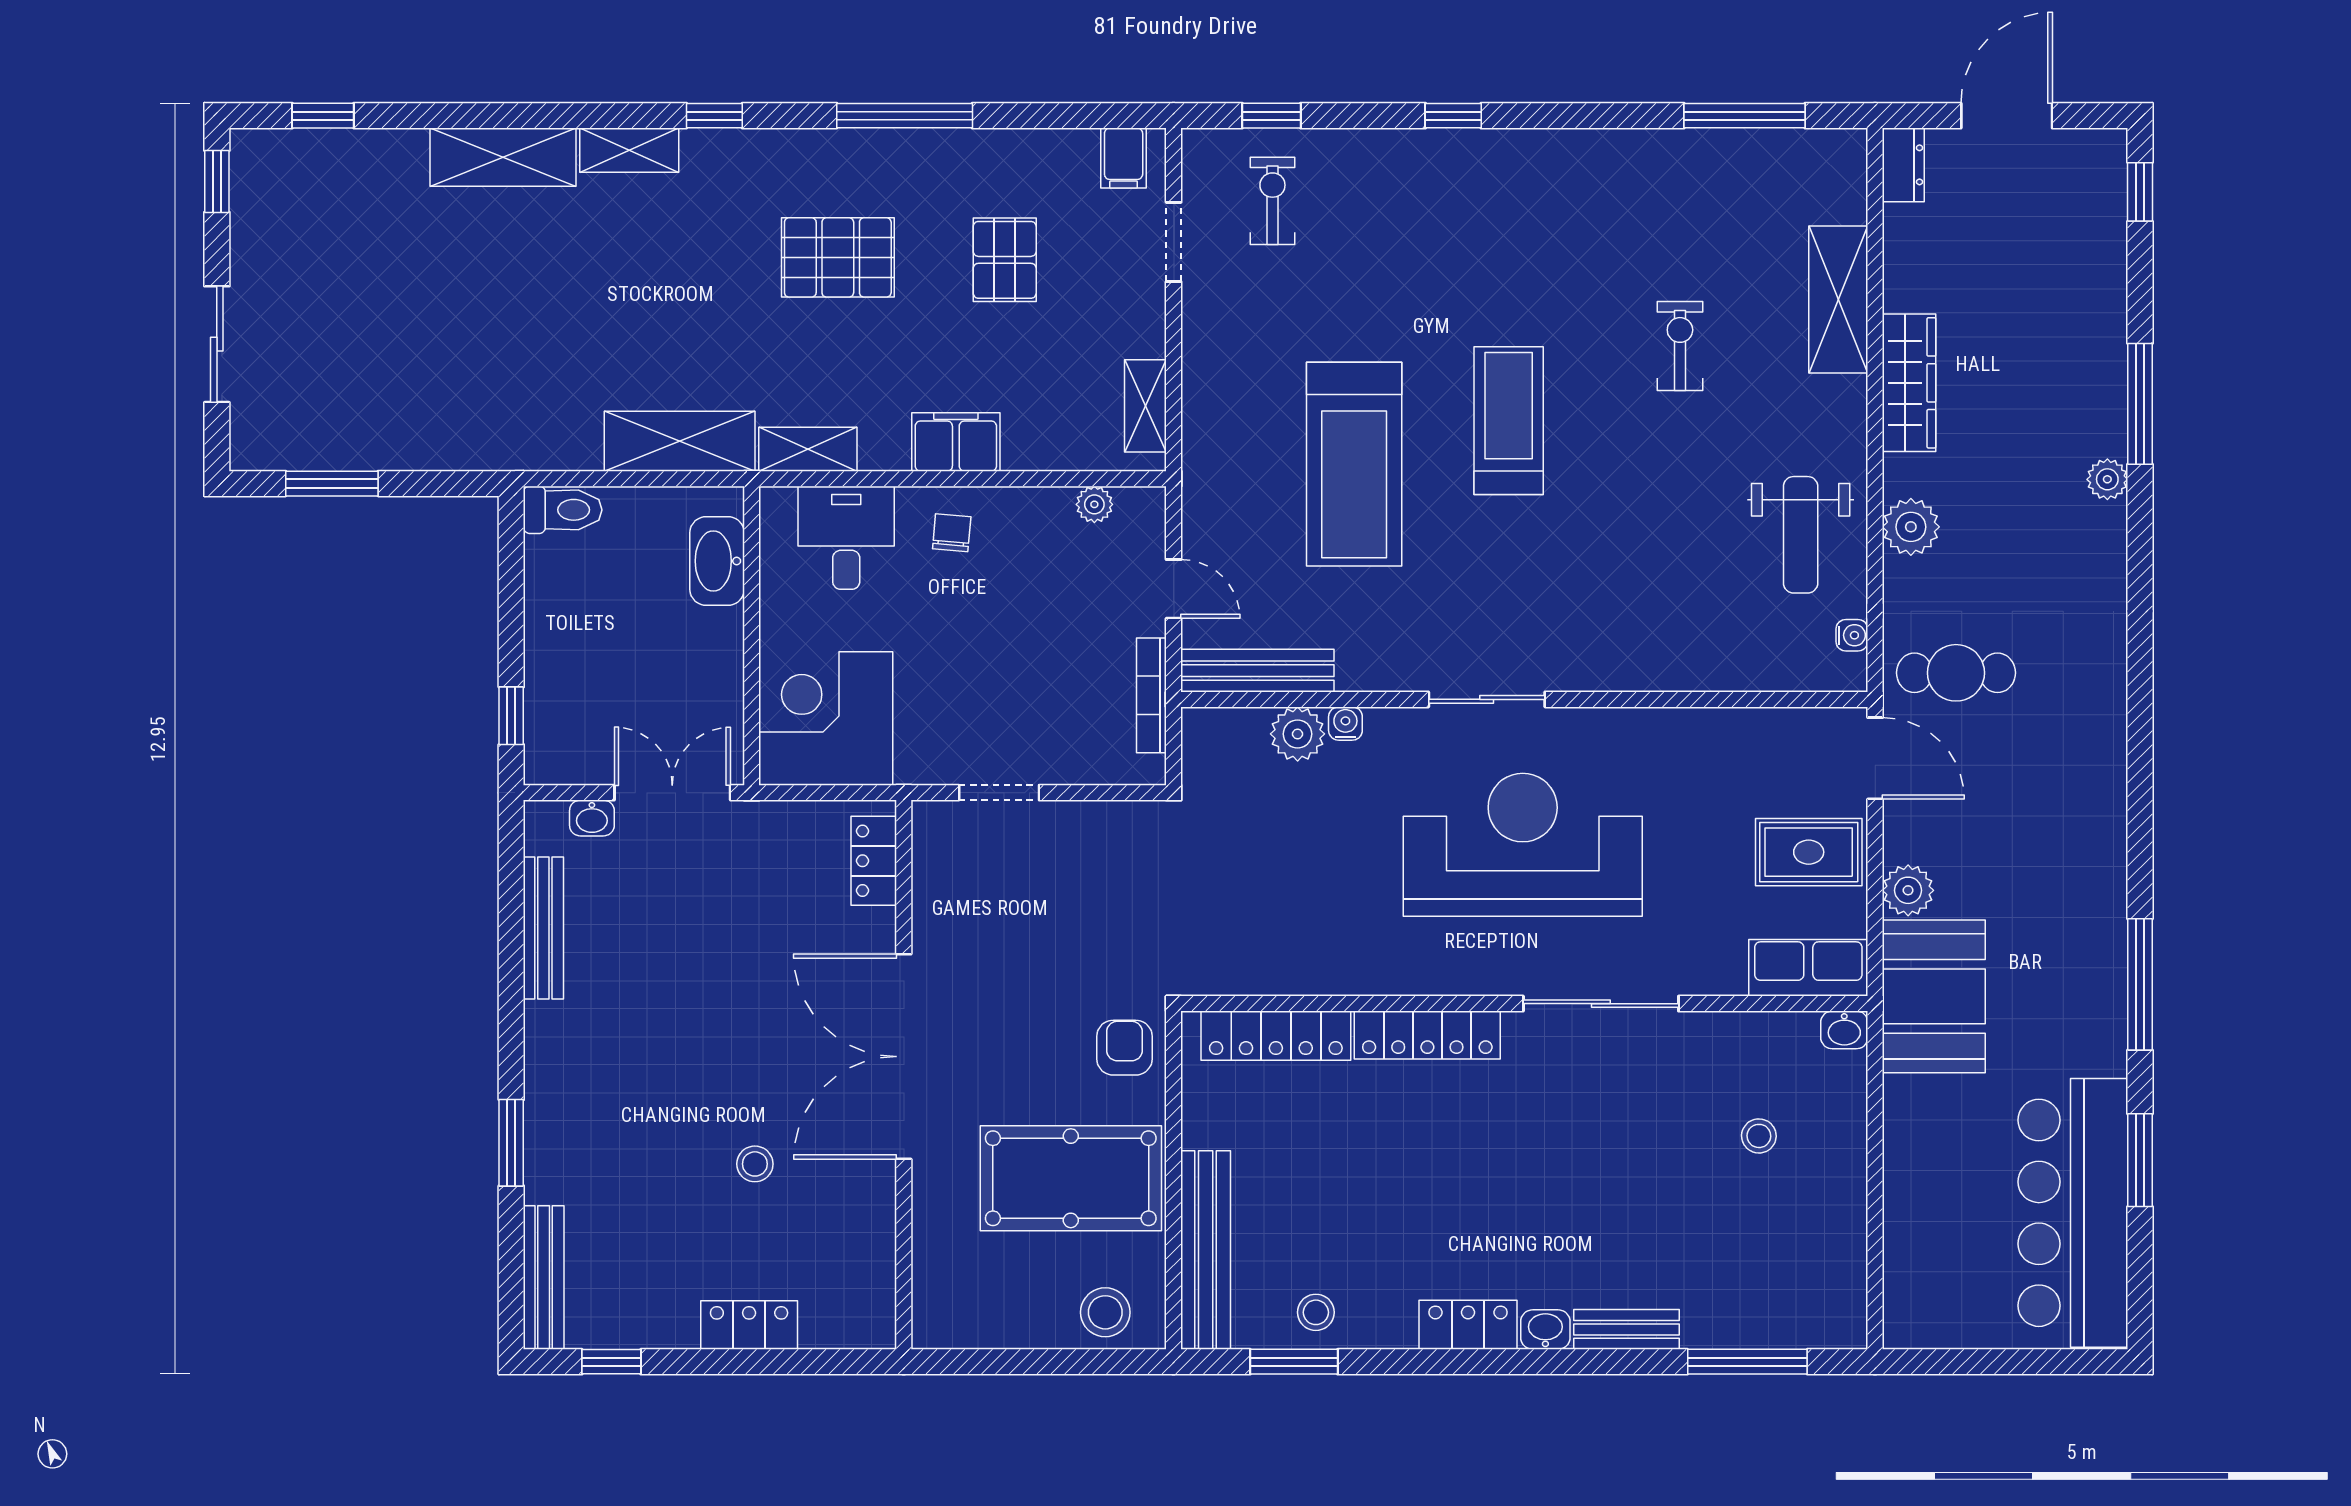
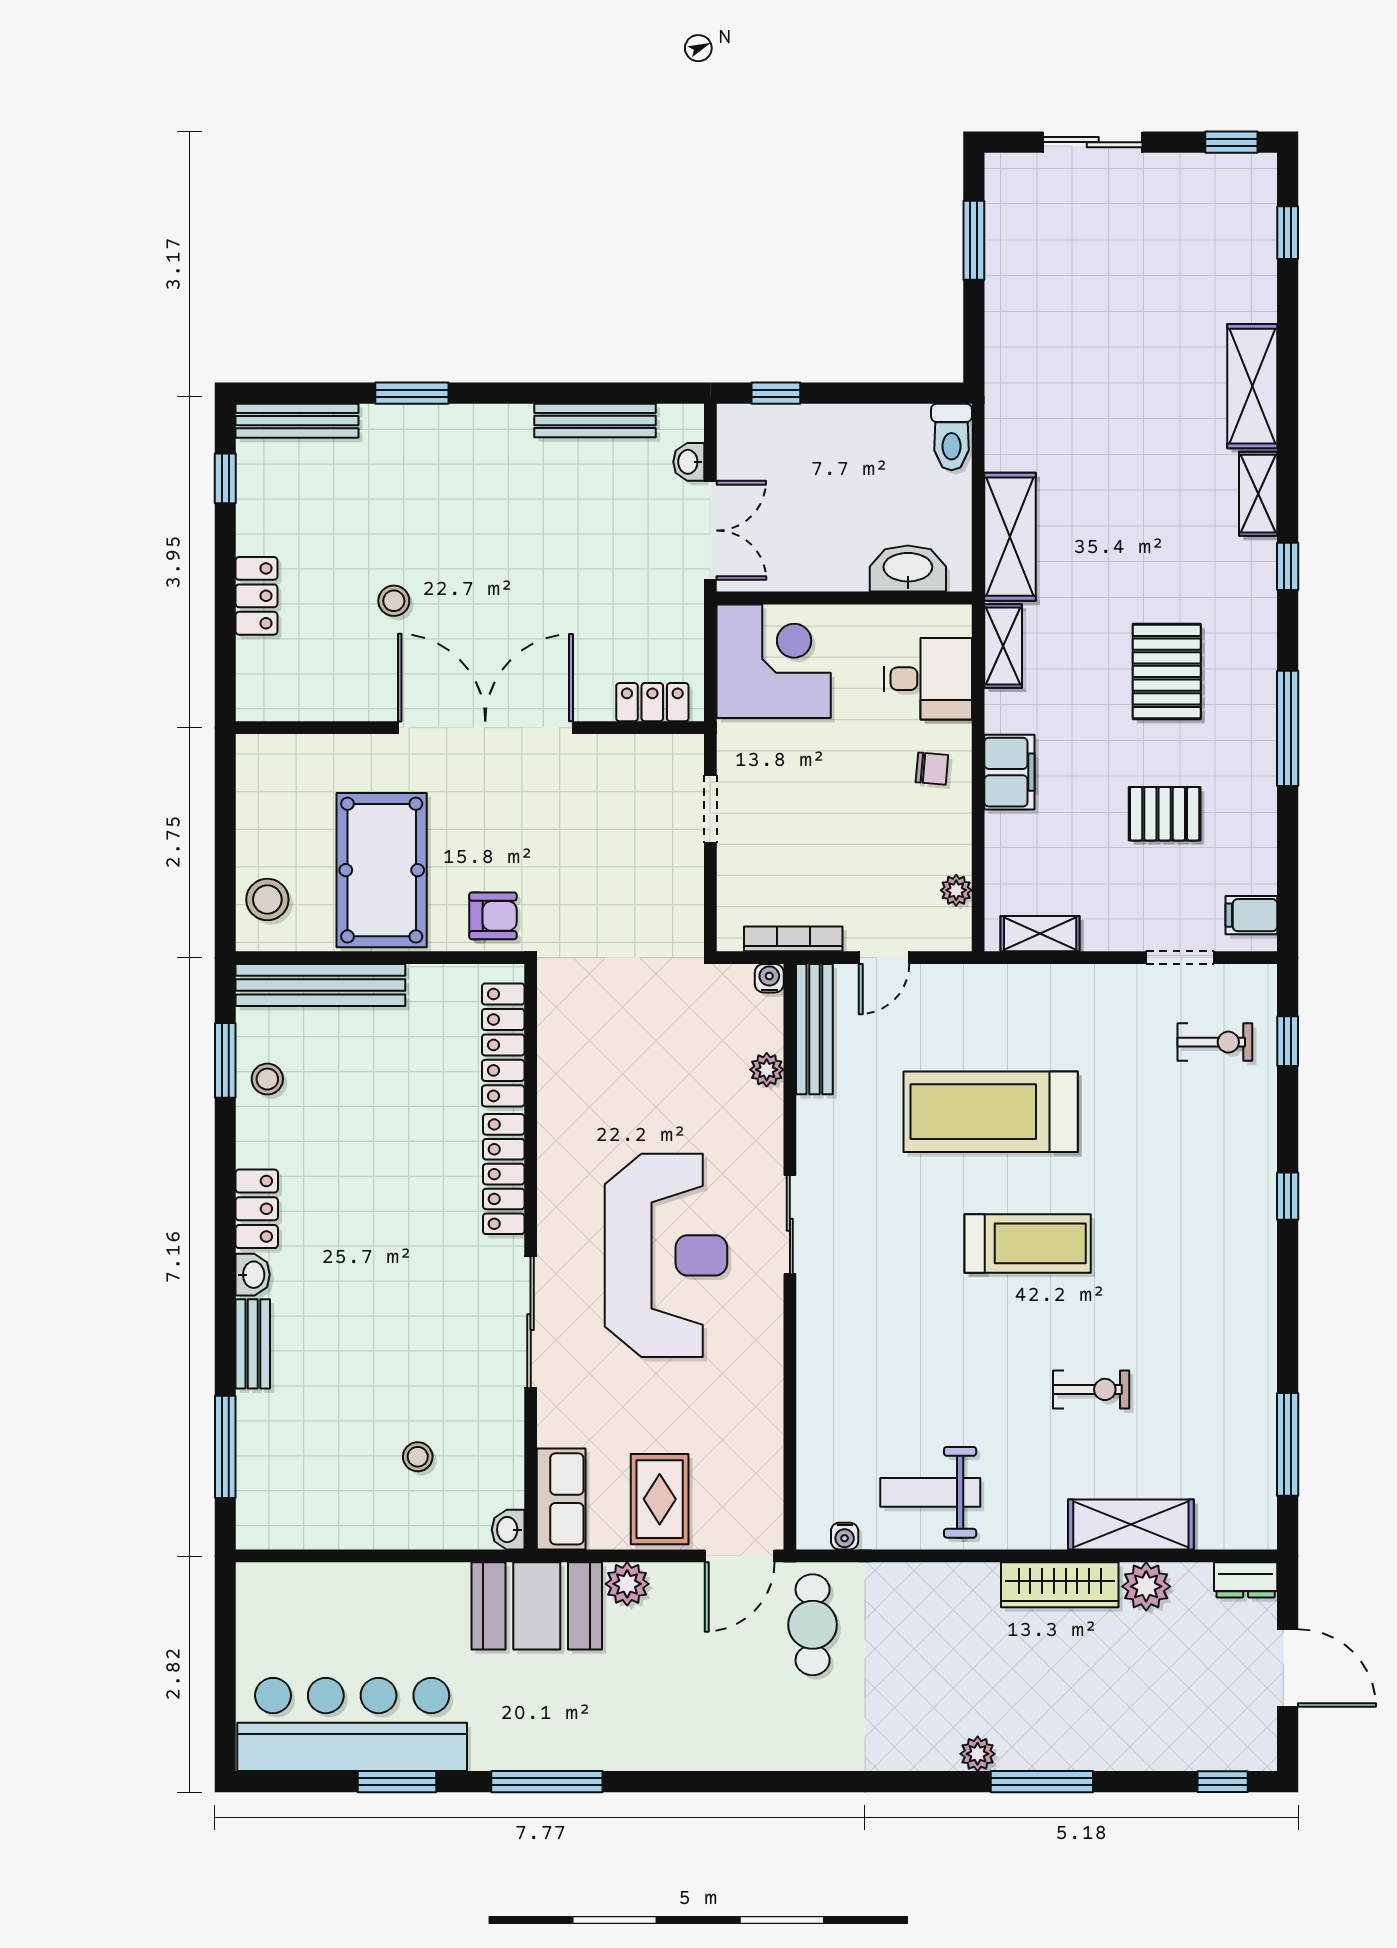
plant: (1911, 527) -> (1146, 1586), moved
water cooler: (1345, 724) -> (769, 978), moved, turned -90
plant: (1298, 734) -> (767, 1070), width x0.73, depth x0.73

